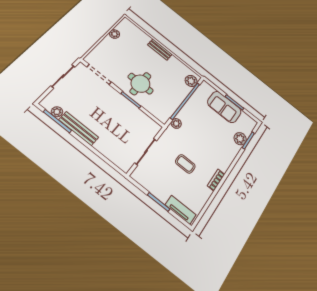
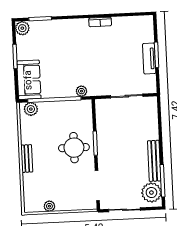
sofa: (224, 107) -> (29, 80), moved
plant: (57, 112) -> (151, 193), width x1.88, depth x1.88
plant: (240, 139) -> (22, 28), moved
coffee table: (185, 164) -> (109, 57), removed
tv unit: (181, 210) -> (149, 59), moved

